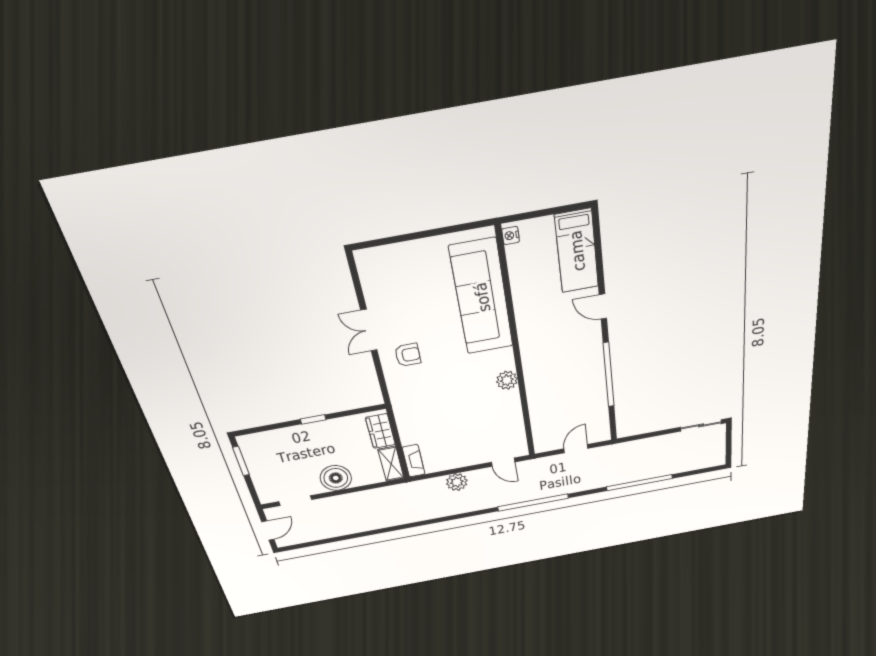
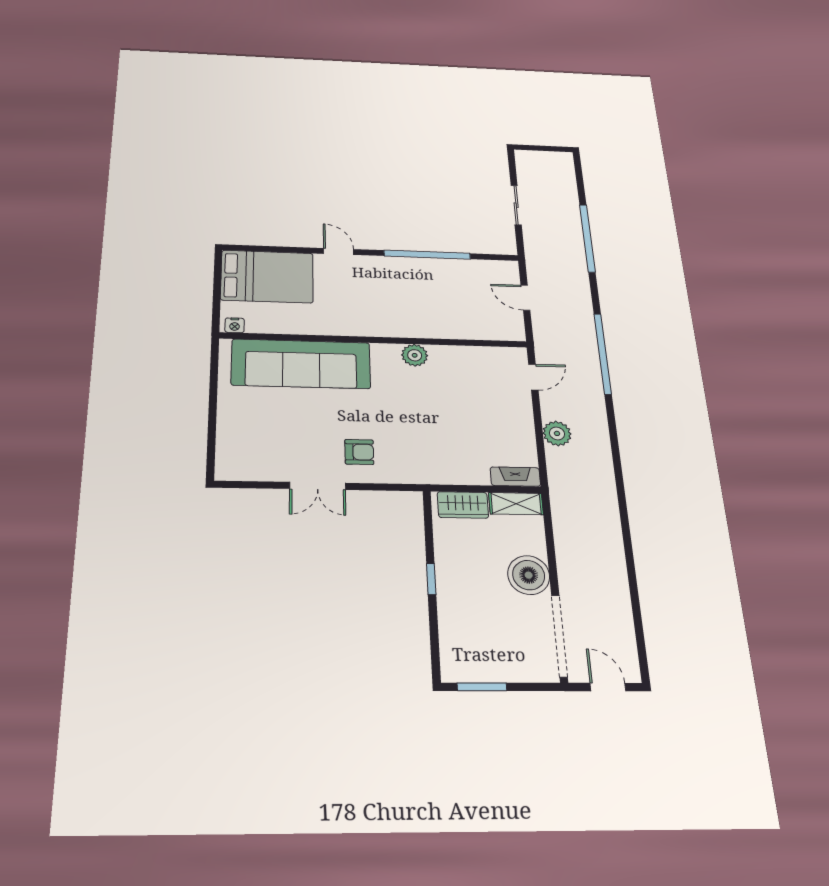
bed: (577, 251) -> (267, 276), width x1.50
door: (603, 306) -> (339, 251), swing flipped
armchair: (408, 355) -> (359, 452), turned 90
sliding door: (701, 425) -> (516, 205), moved
doorway: (295, 501) -> (559, 636), width x1.87

